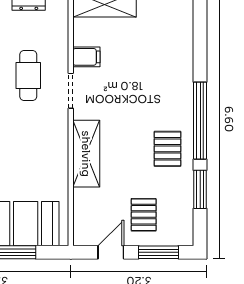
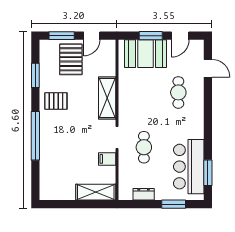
window: (200, 121) -> (35, 136), moved
pallet: (167, 149) -> (56, 101), turned 90
pallet: (144, 215) -> (71, 59), width x1.50, depth x1.42

